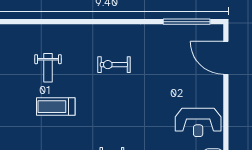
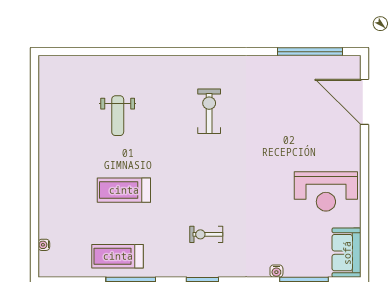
exercise bike: (114, 65) -> (209, 111), turned 90
treadmill: (56, 107) -> (124, 190), moved

